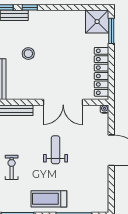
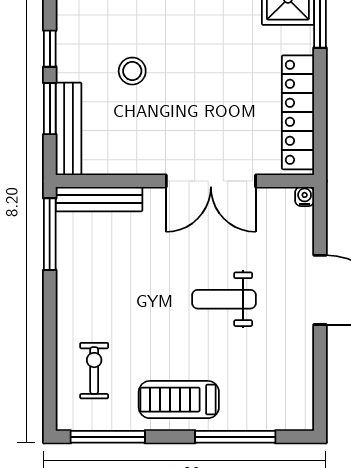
weight bench: (56, 150) -> (224, 299), moved, turned -90
exercise bike: (12, 167) -> (94, 371), moved

